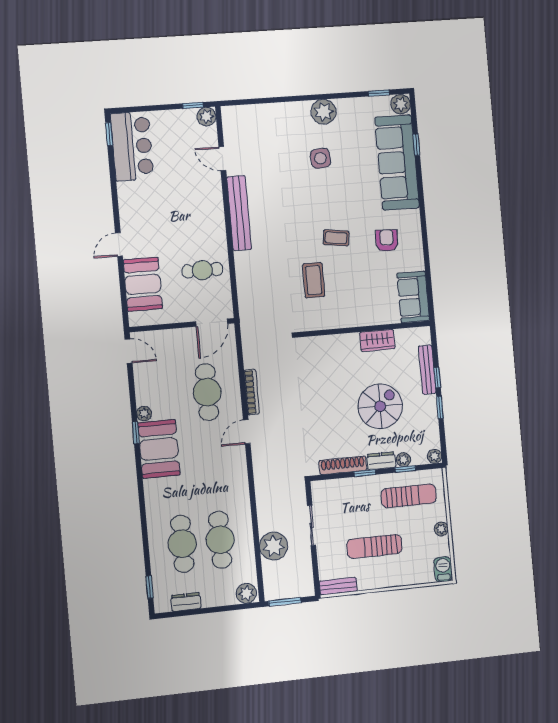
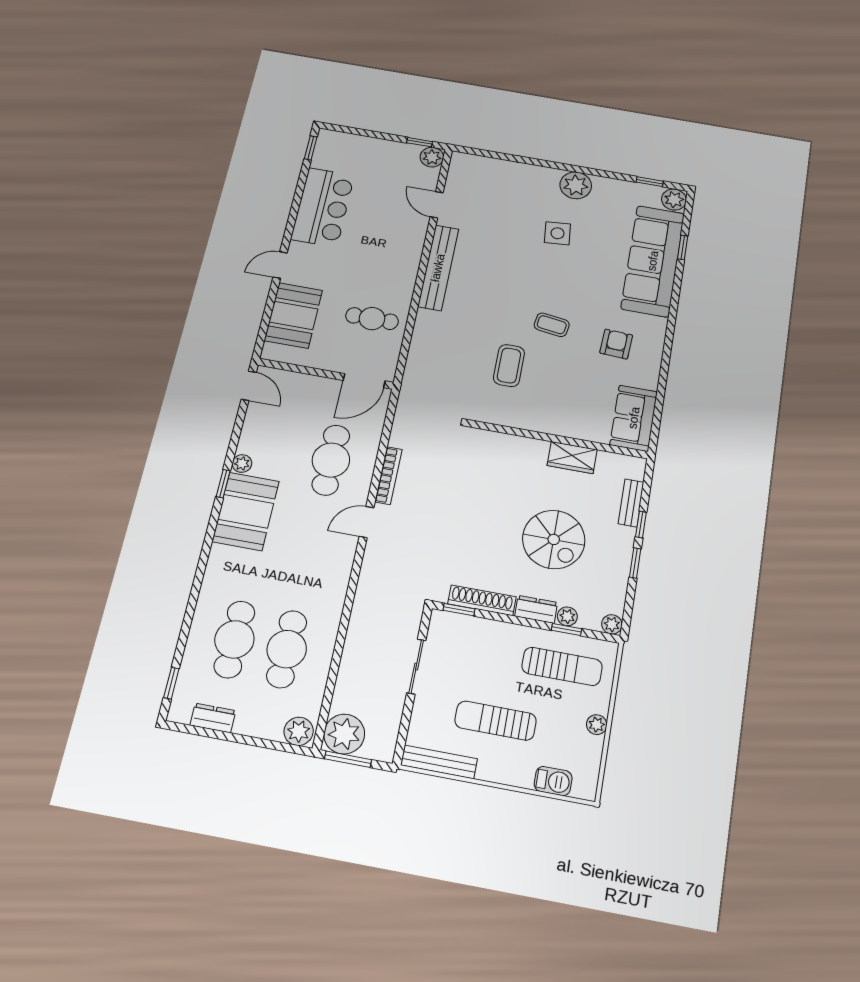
bar counter: (132, 146) -> (323, 207), moved
bench: (427, 370) -> (631, 503), width x0.73
spiral stairs: (380, 406) -> (554, 539), turned 90
window: (365, 473) -> (459, 610), moved
plant: (274, 546) -> (344, 734), moved
barbecue: (443, 569) -> (553, 781), moved, turned 90
bench: (338, 586) -> (439, 762), width x1.36

